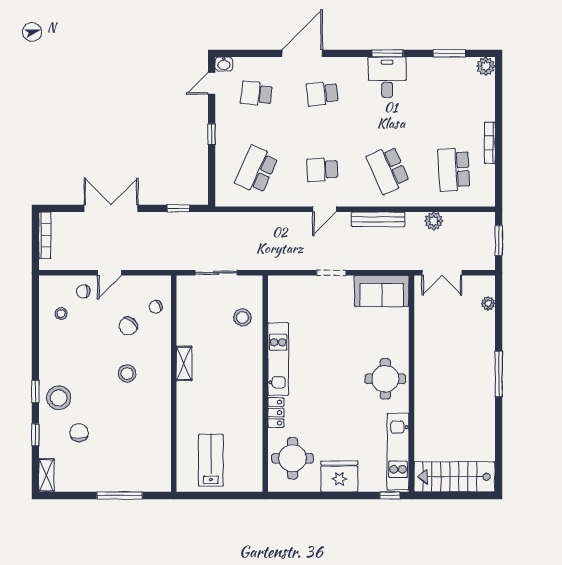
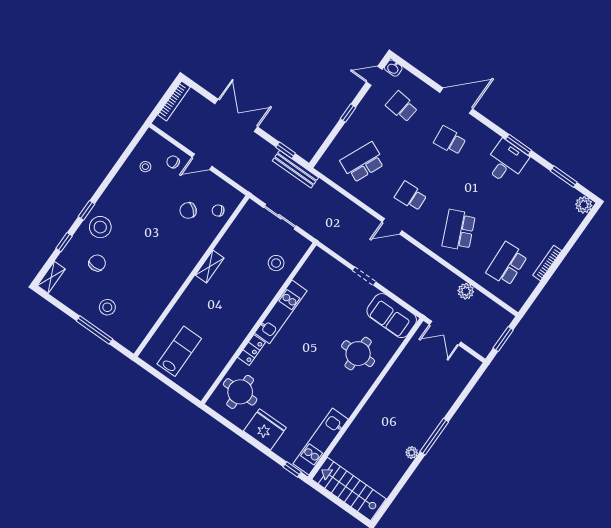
bench: (378, 219) -> (295, 169), moved
plant: (488, 303) -> (412, 453), moved
stool: (127, 373) -> (107, 307), moved
round table: (385, 379) -> (358, 354), moved

